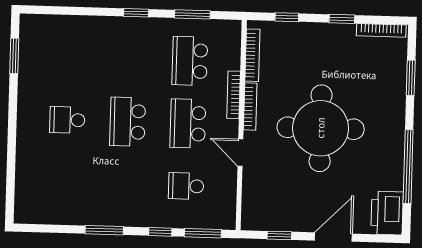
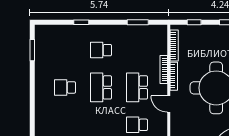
window: (136, 13) -> (81, 22), moved
school desk: (190, 61) -> (101, 50), moved, width x0.54

